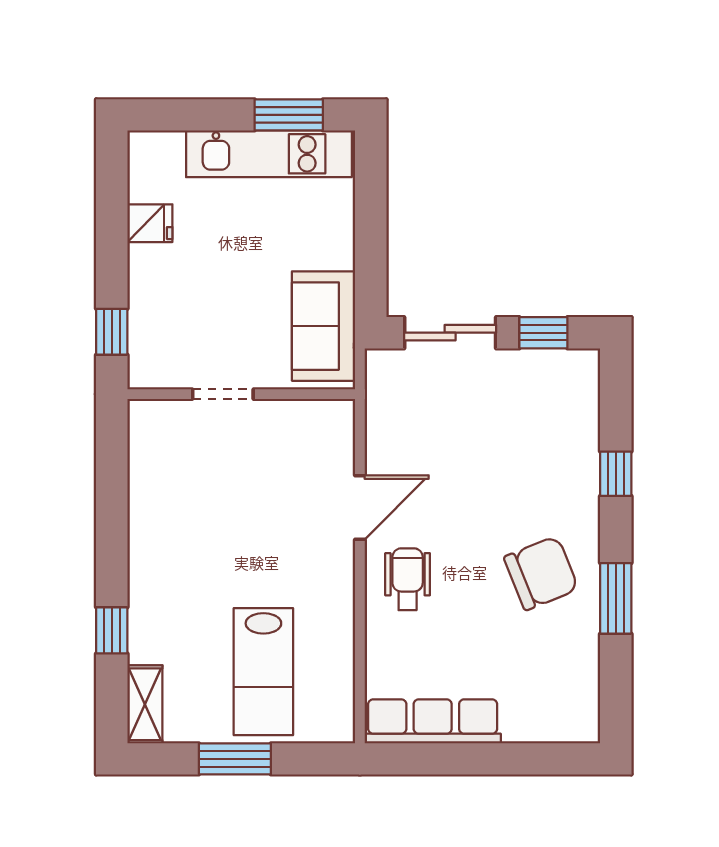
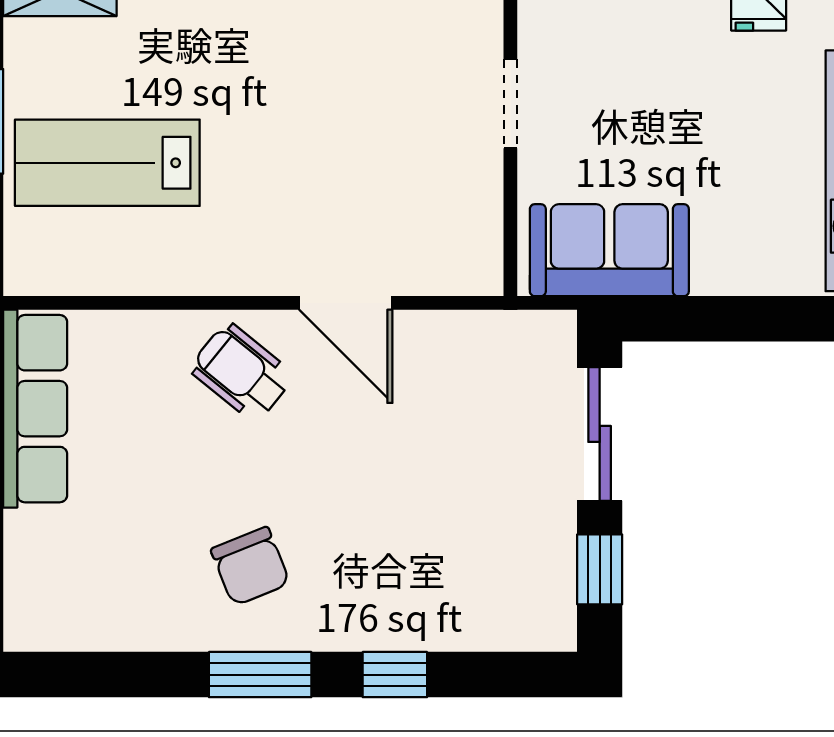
chair: (541, 573) -> (250, 566), width x0.73, depth x0.73
wheelchair: (408, 579) -> (242, 372), turned -141
window: (616, 598) -> (260, 675), moved

